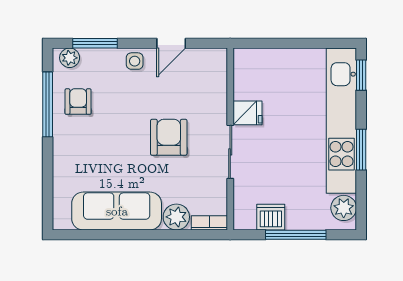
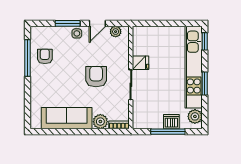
window: (95, 43) -> (68, 23), moved
plant: (70, 58) -> (116, 32), moved
dishwasher: (271, 217) -> (171, 122), moved

